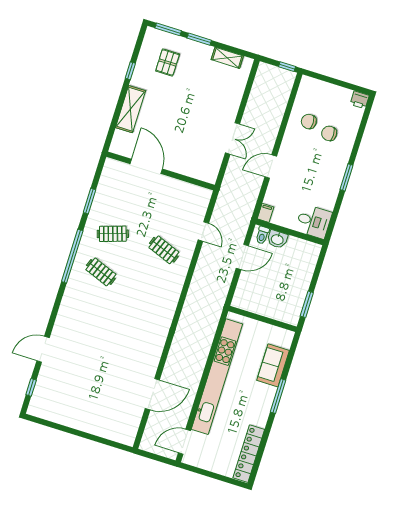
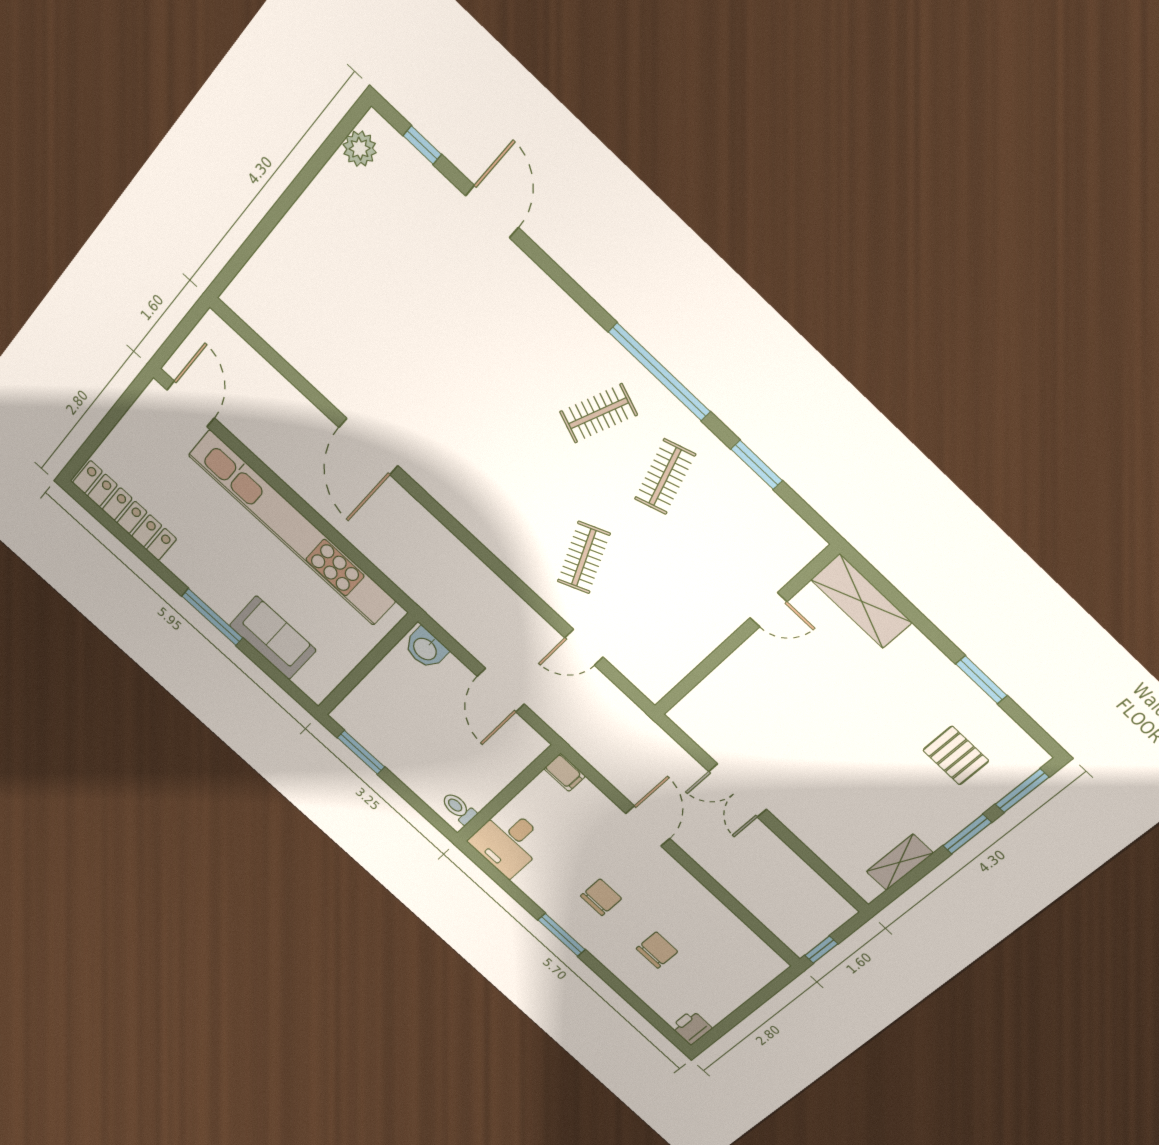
window: (130, 71) -> (981, 680), width x1.50
shelving: (130, 109) -> (861, 601), moved
chair: (309, 122) -> (601, 897), moved
door: (146, 166) -> (769, 610), width x0.53
toilet: (262, 235) -> (459, 808), moved
washbasin: (277, 239) -> (426, 648), moved, turned -90
clothes rail: (164, 250) -> (584, 557), turned -45
door: (152, 394) -> (368, 447), moved
plant: (44, 412) -> (360, 149), added

